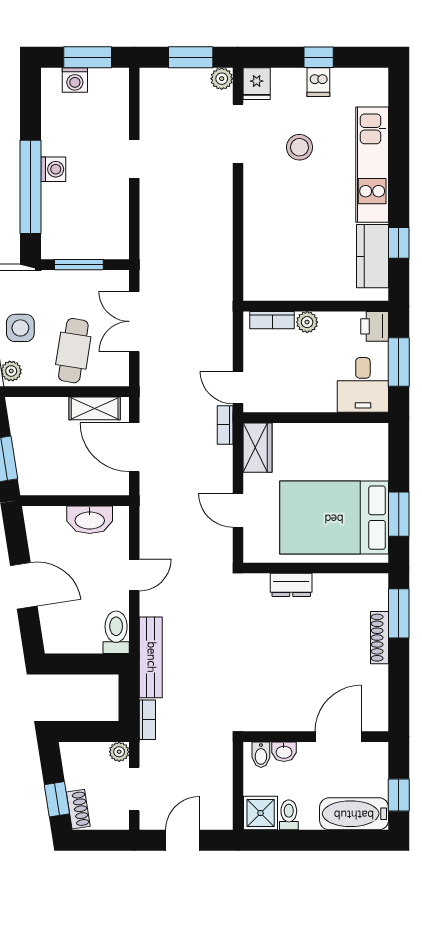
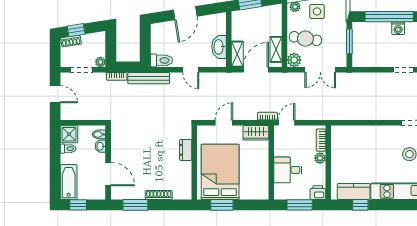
double door: (134, 321) -> (320, 70), swing flipped
plant: (115, 373) -> (294, 60), added
desk: (363, 385) -> (288, 170), moved
shelving: (104, 484) -> (237, 54), added
window: (399, 613) -> (135, 205), moved

